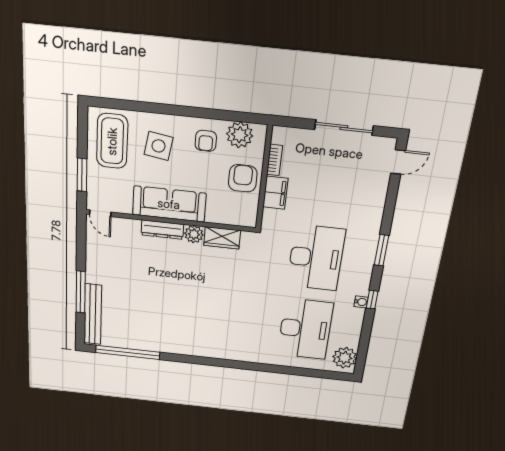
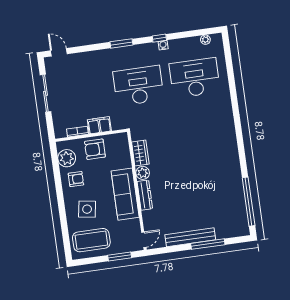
bench: (93, 314) -> (190, 237), moved
plant: (345, 358) -> (205, 40), width x0.53, depth x0.53

